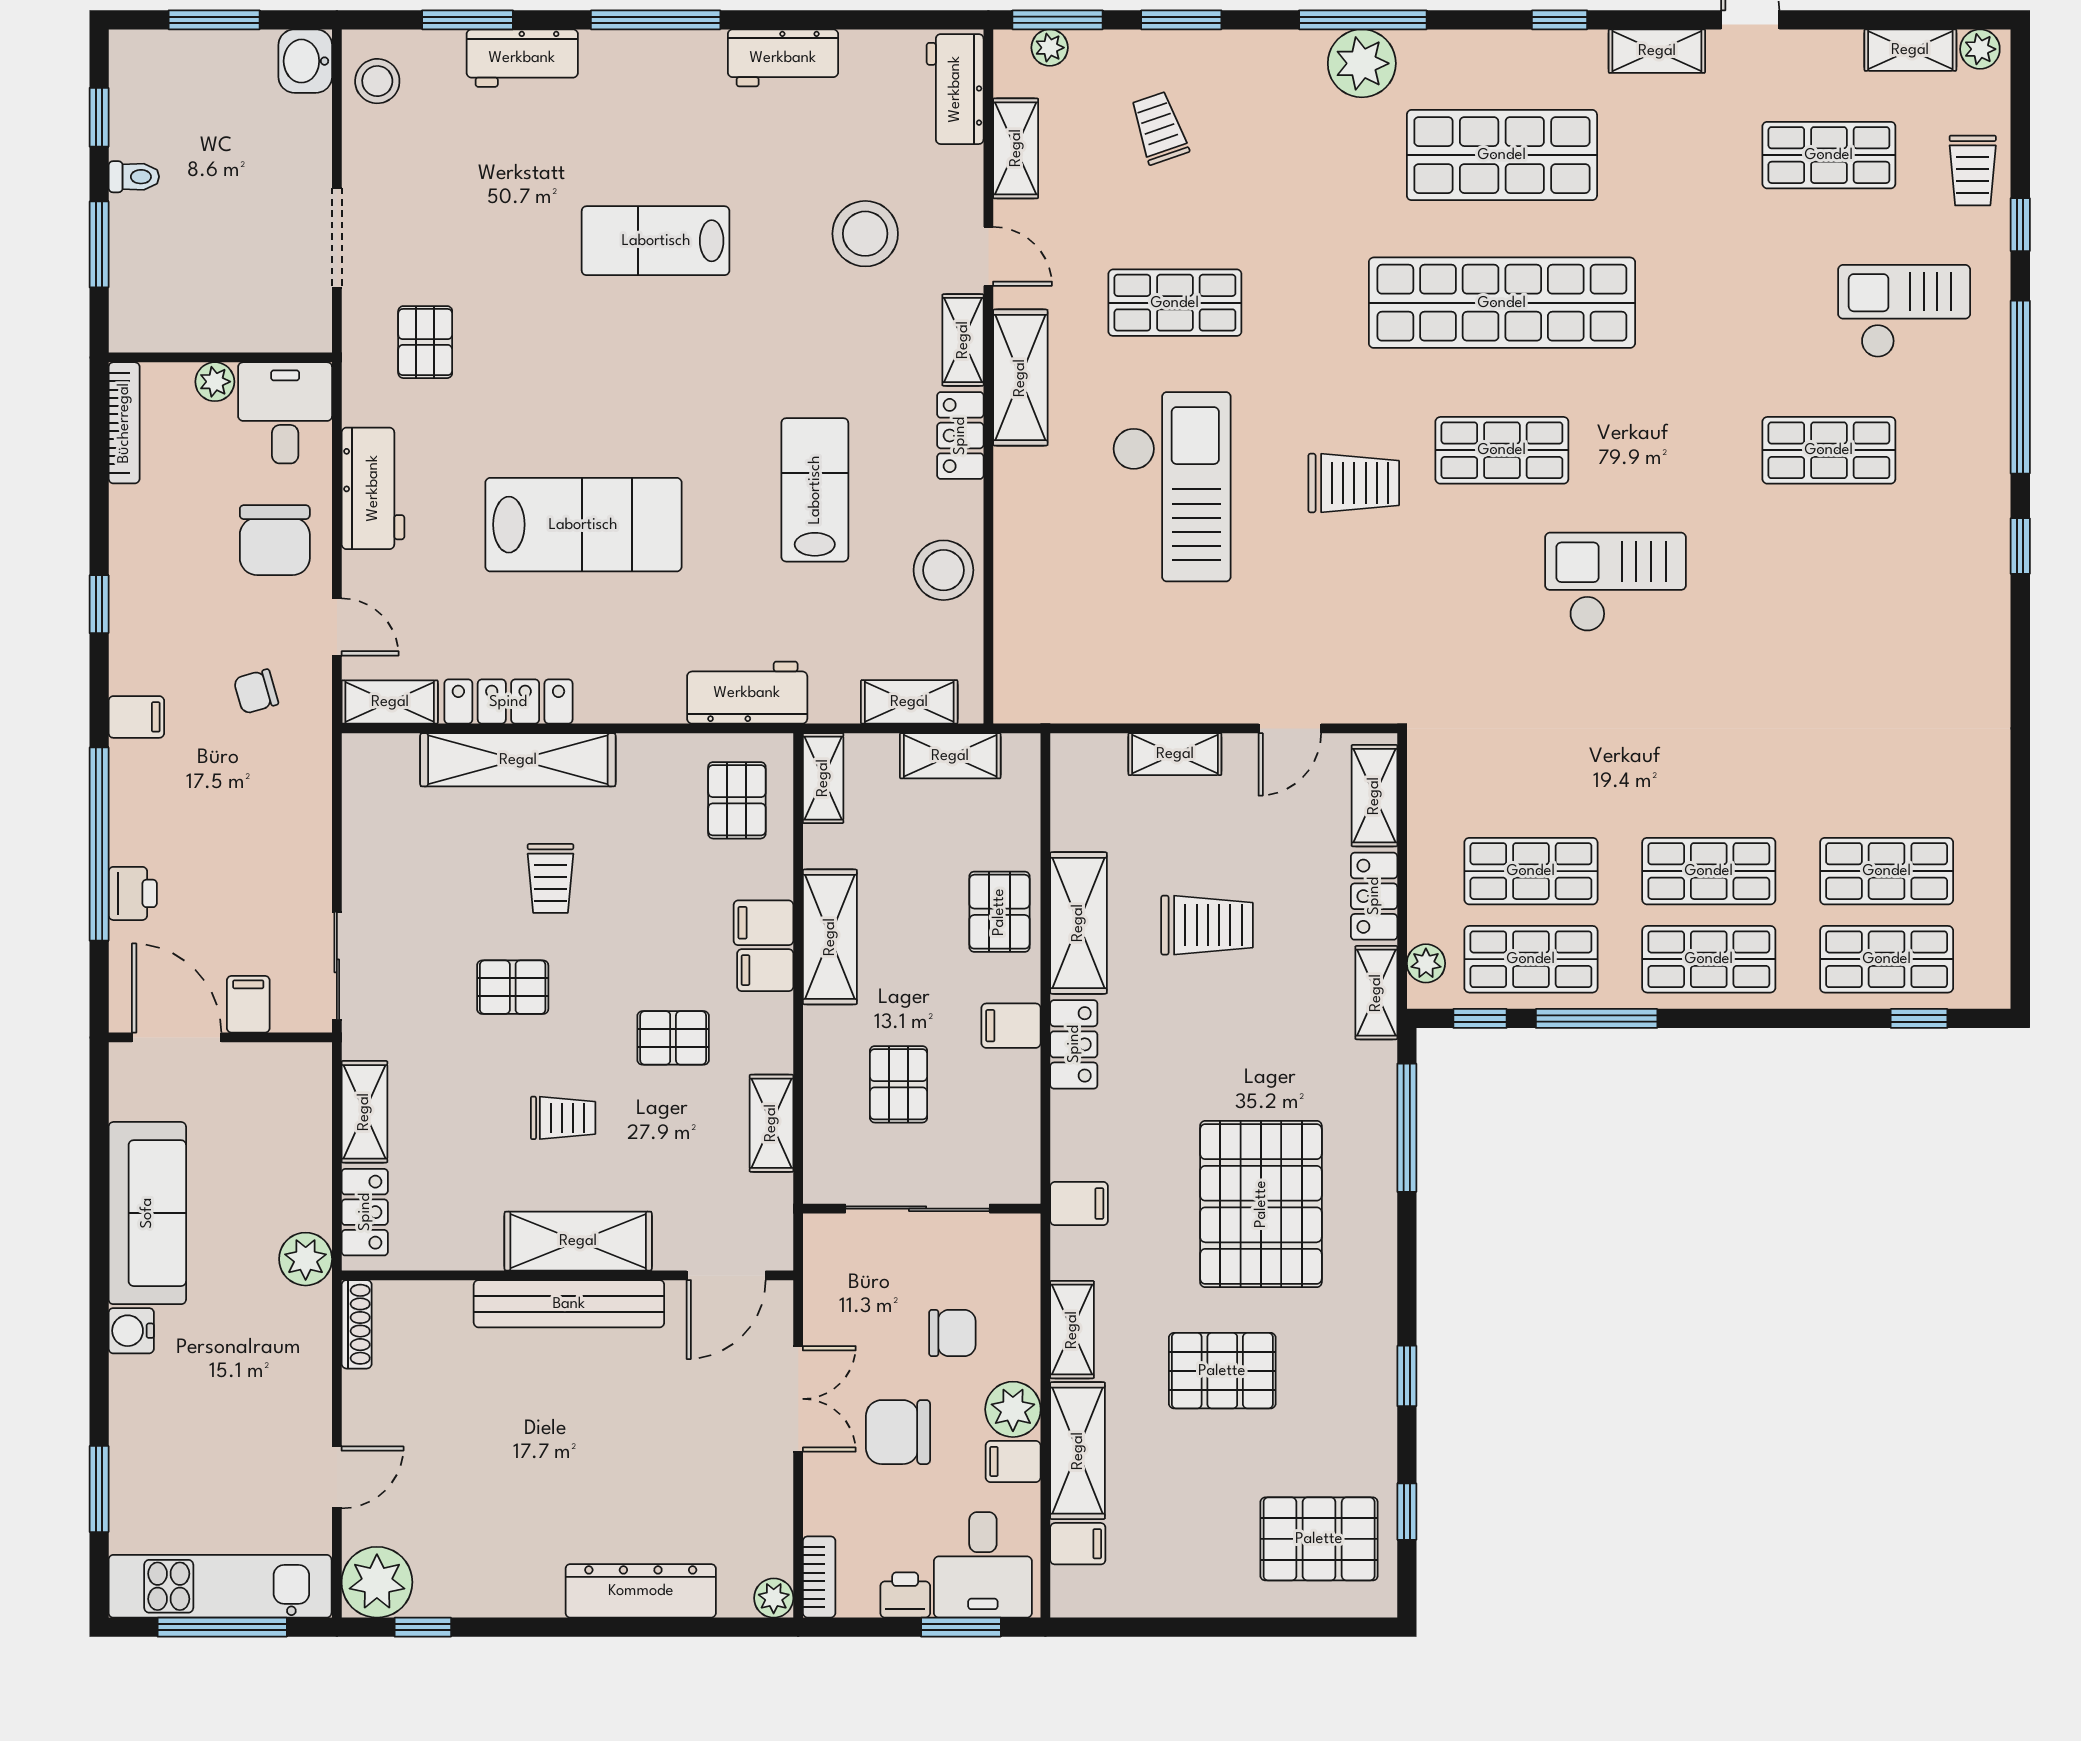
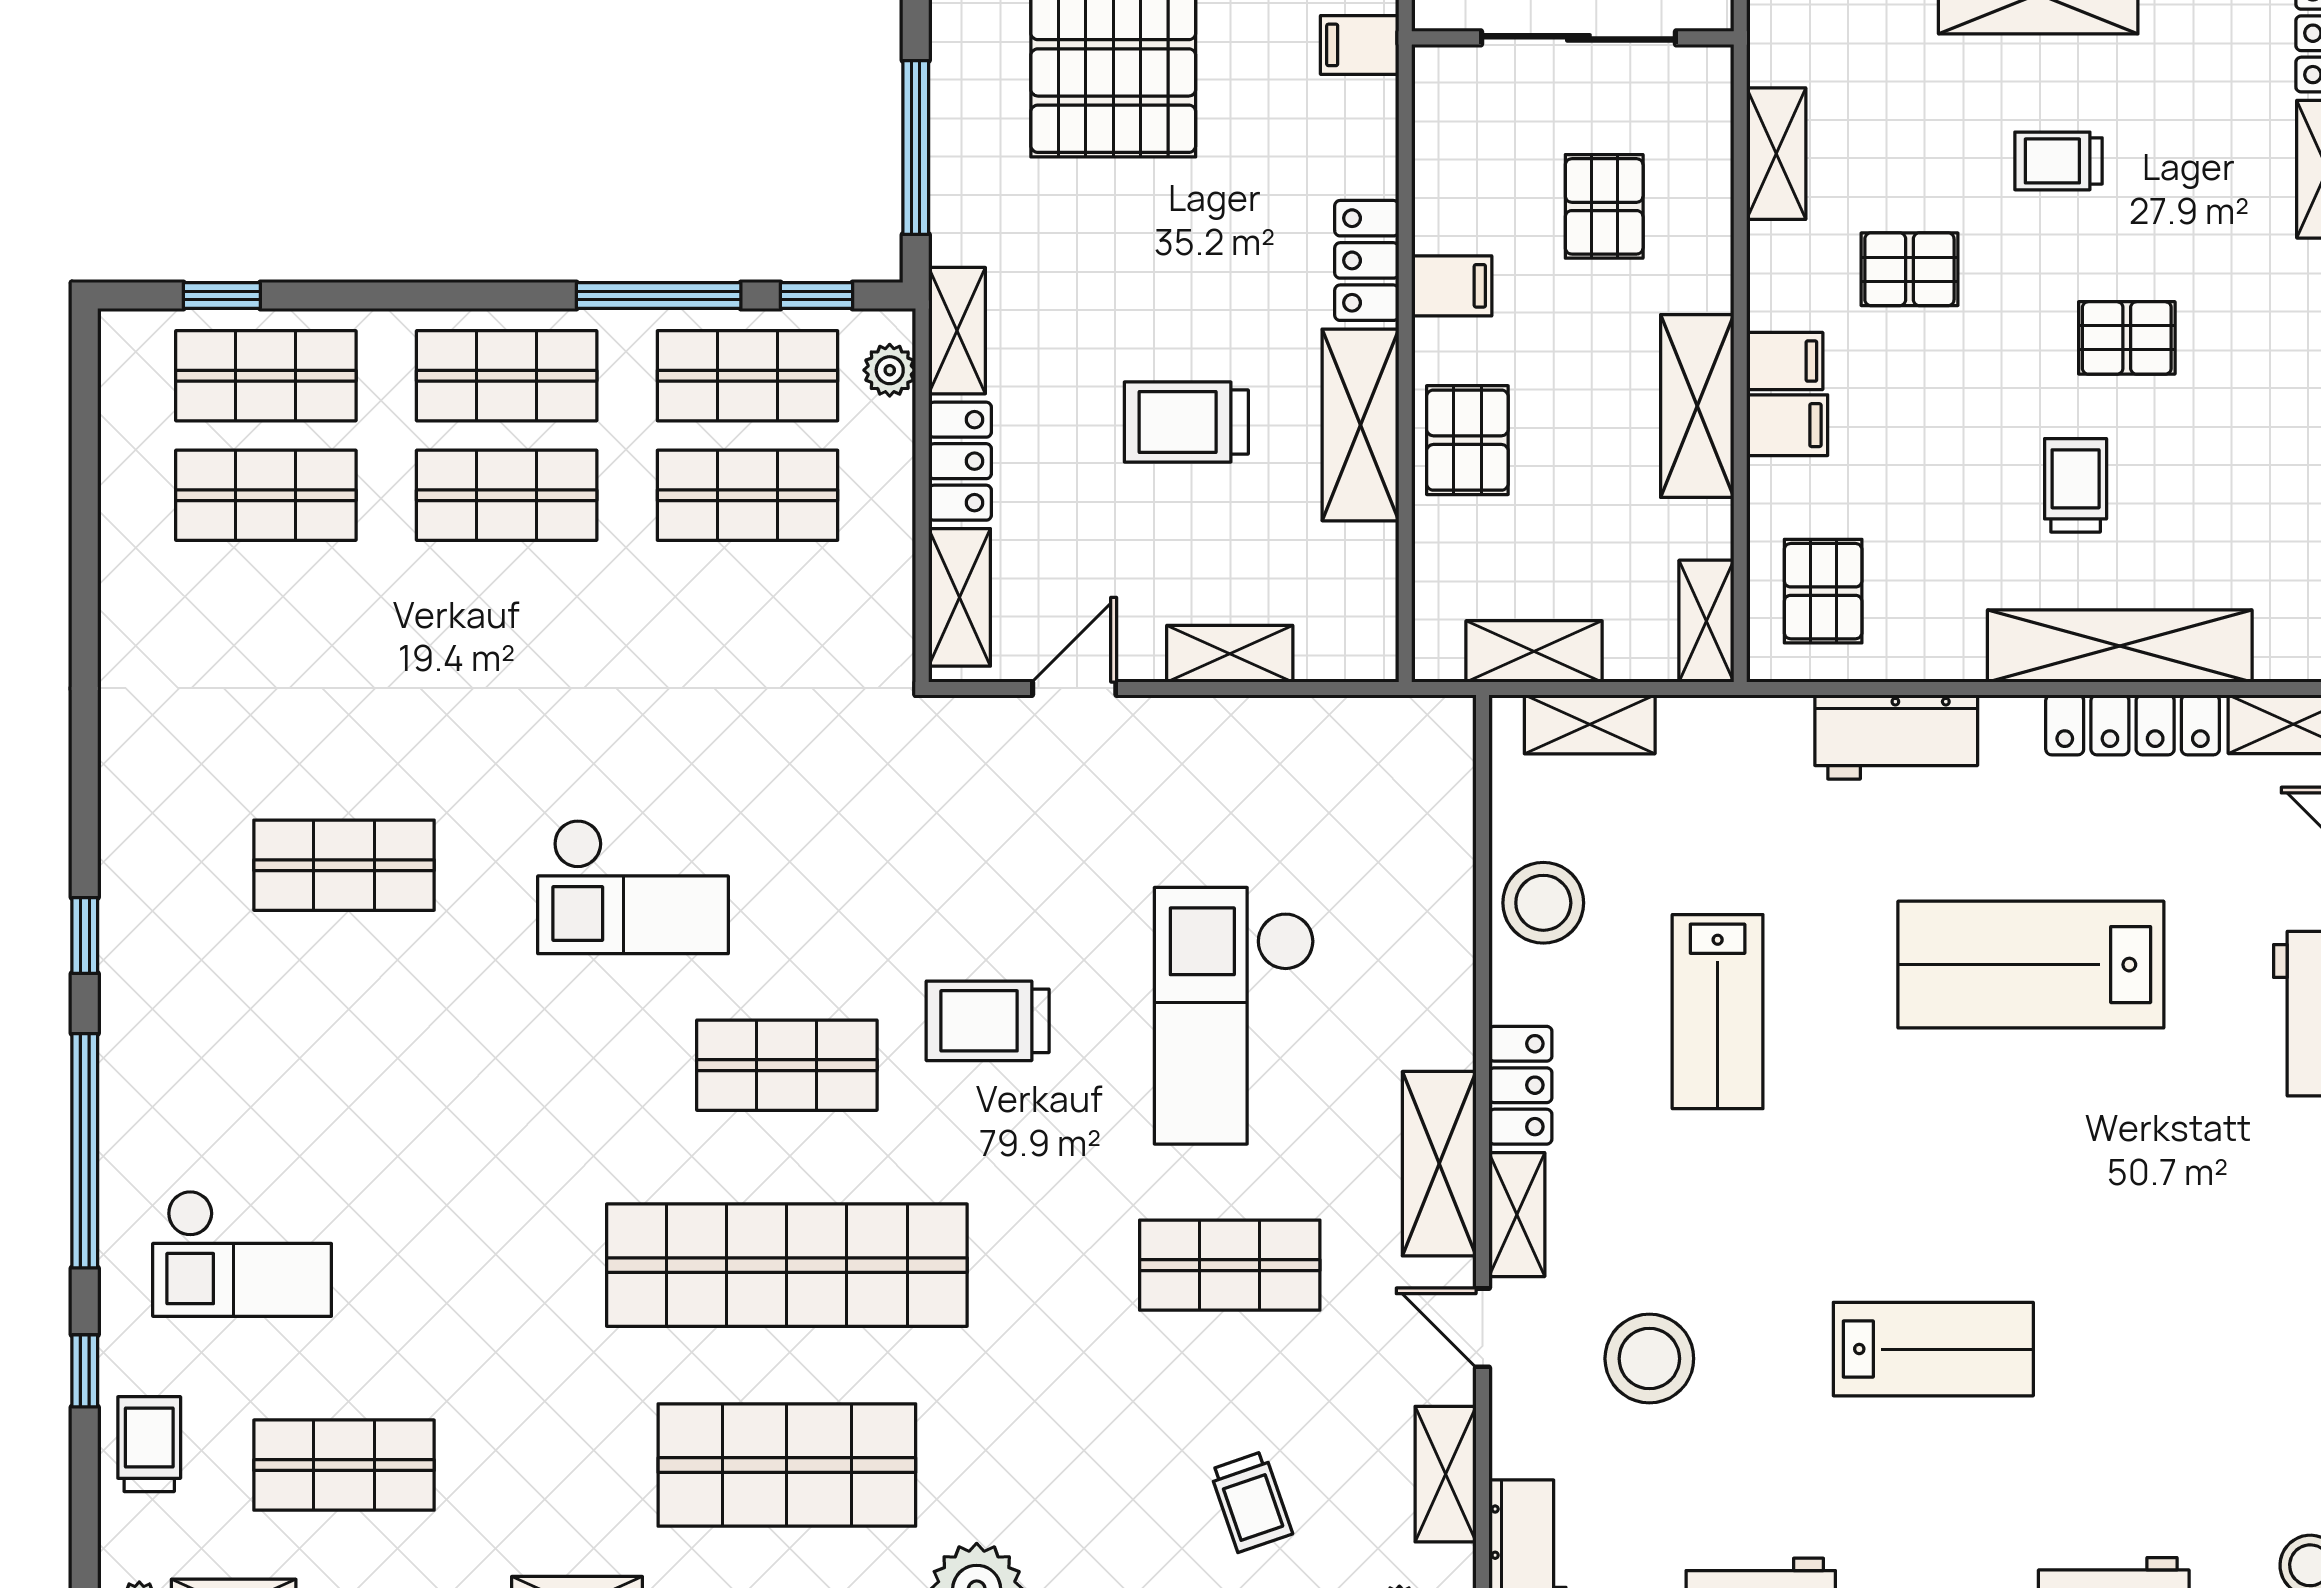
pallet: (425, 342) -> (2245, 1212), removed
shop shelf: (1829, 450) -> (344, 865), moved
workbench: (747, 693) -> (1896, 737), moved

